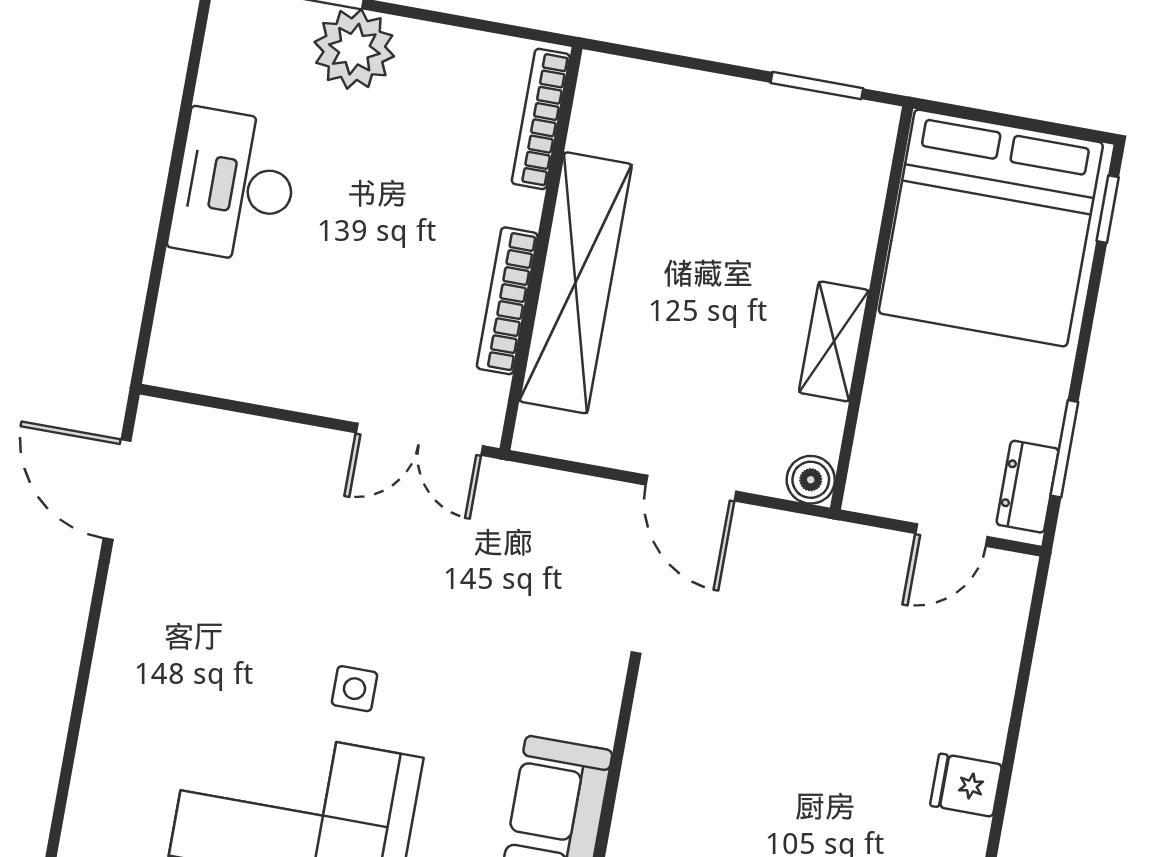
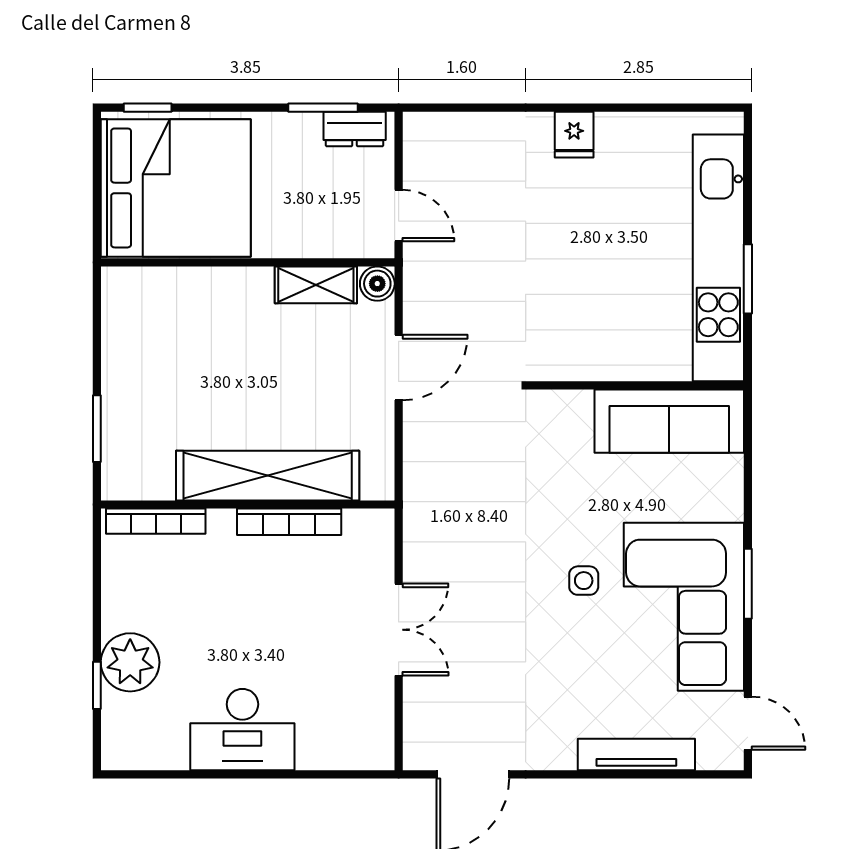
window: (817, 86) -> (97, 429), moved
shelving: (834, 341) -> (316, 285), moved
double door: (419, 439) -> (399, 630), moved
door: (951, 535) -> (399, 215), moved
tv unit: (104, 718) -> (636, 755), added

